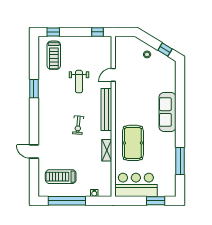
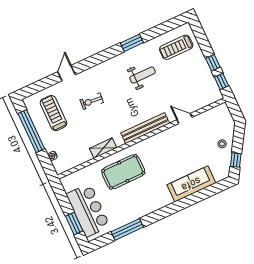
window: (53, 32) -> (213, 63), moved
weight bench: (79, 82) -> (143, 75), moved, turned 180
sofa: (168, 112) -> (191, 184), moved
exercise bike: (78, 125) -> (92, 101), moved
bar counter: (136, 185) -> (88, 210), moved

